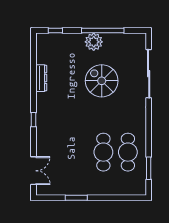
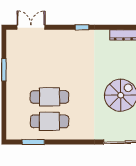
double door: (34, 171) -> (31, 27), swing flipped

